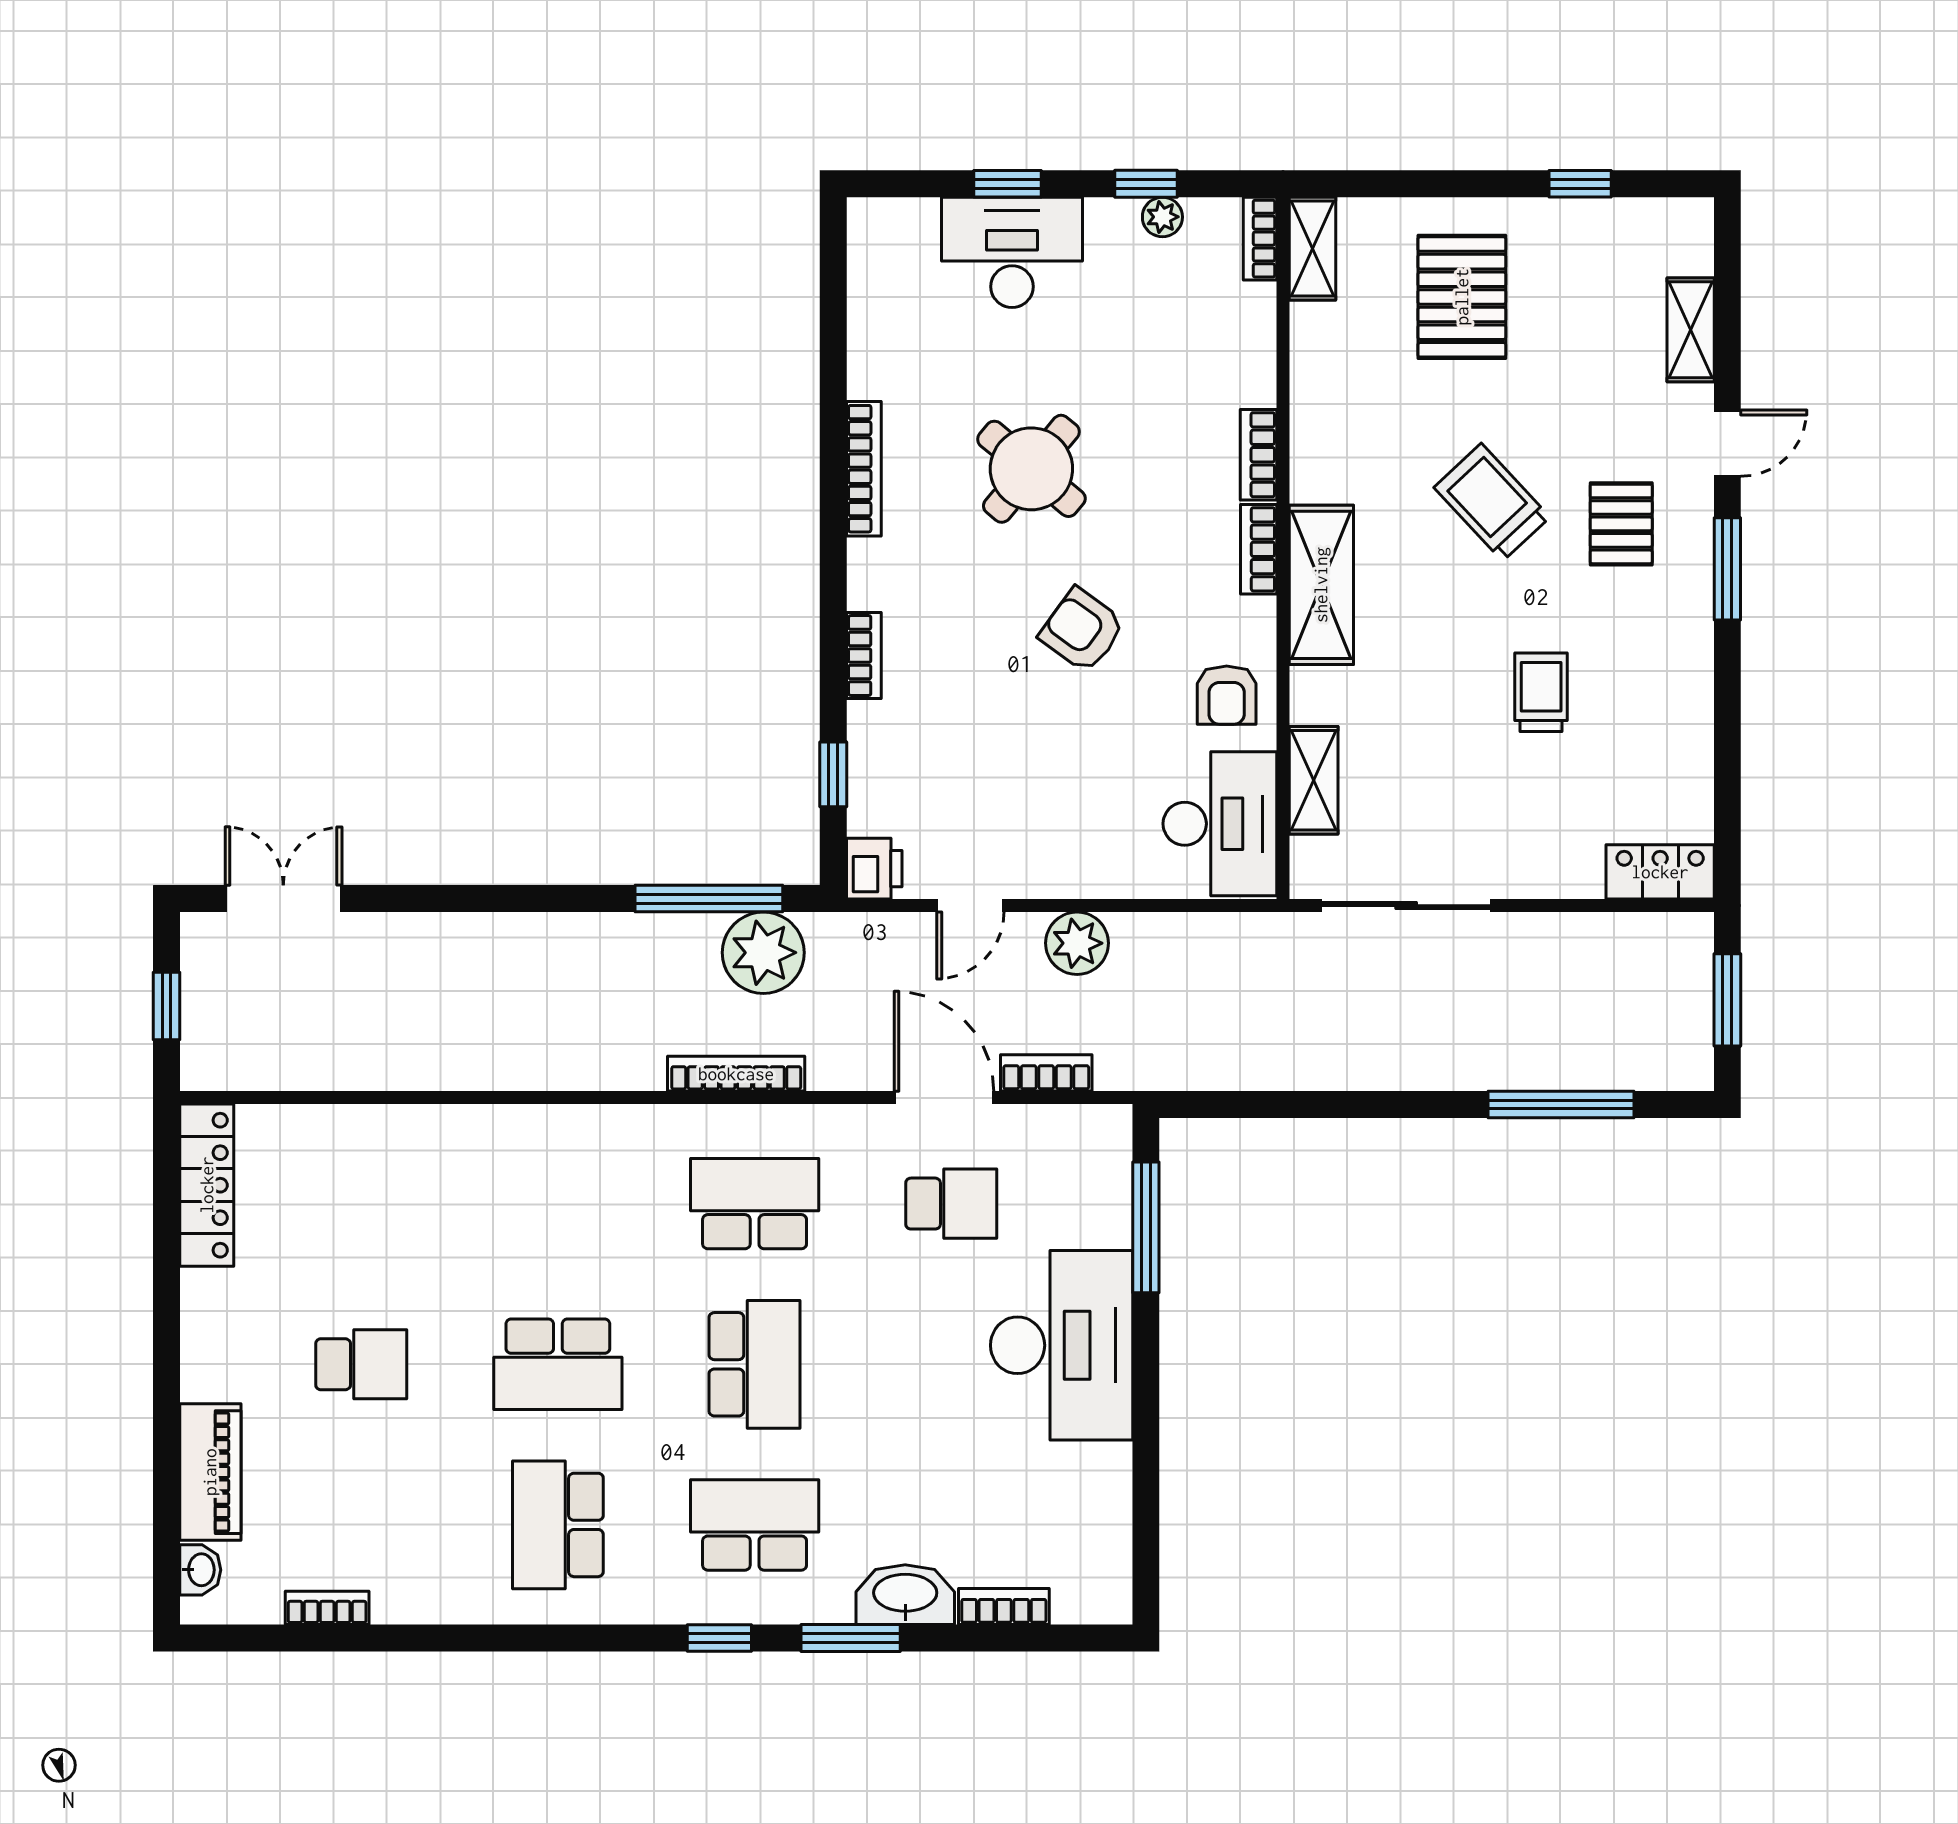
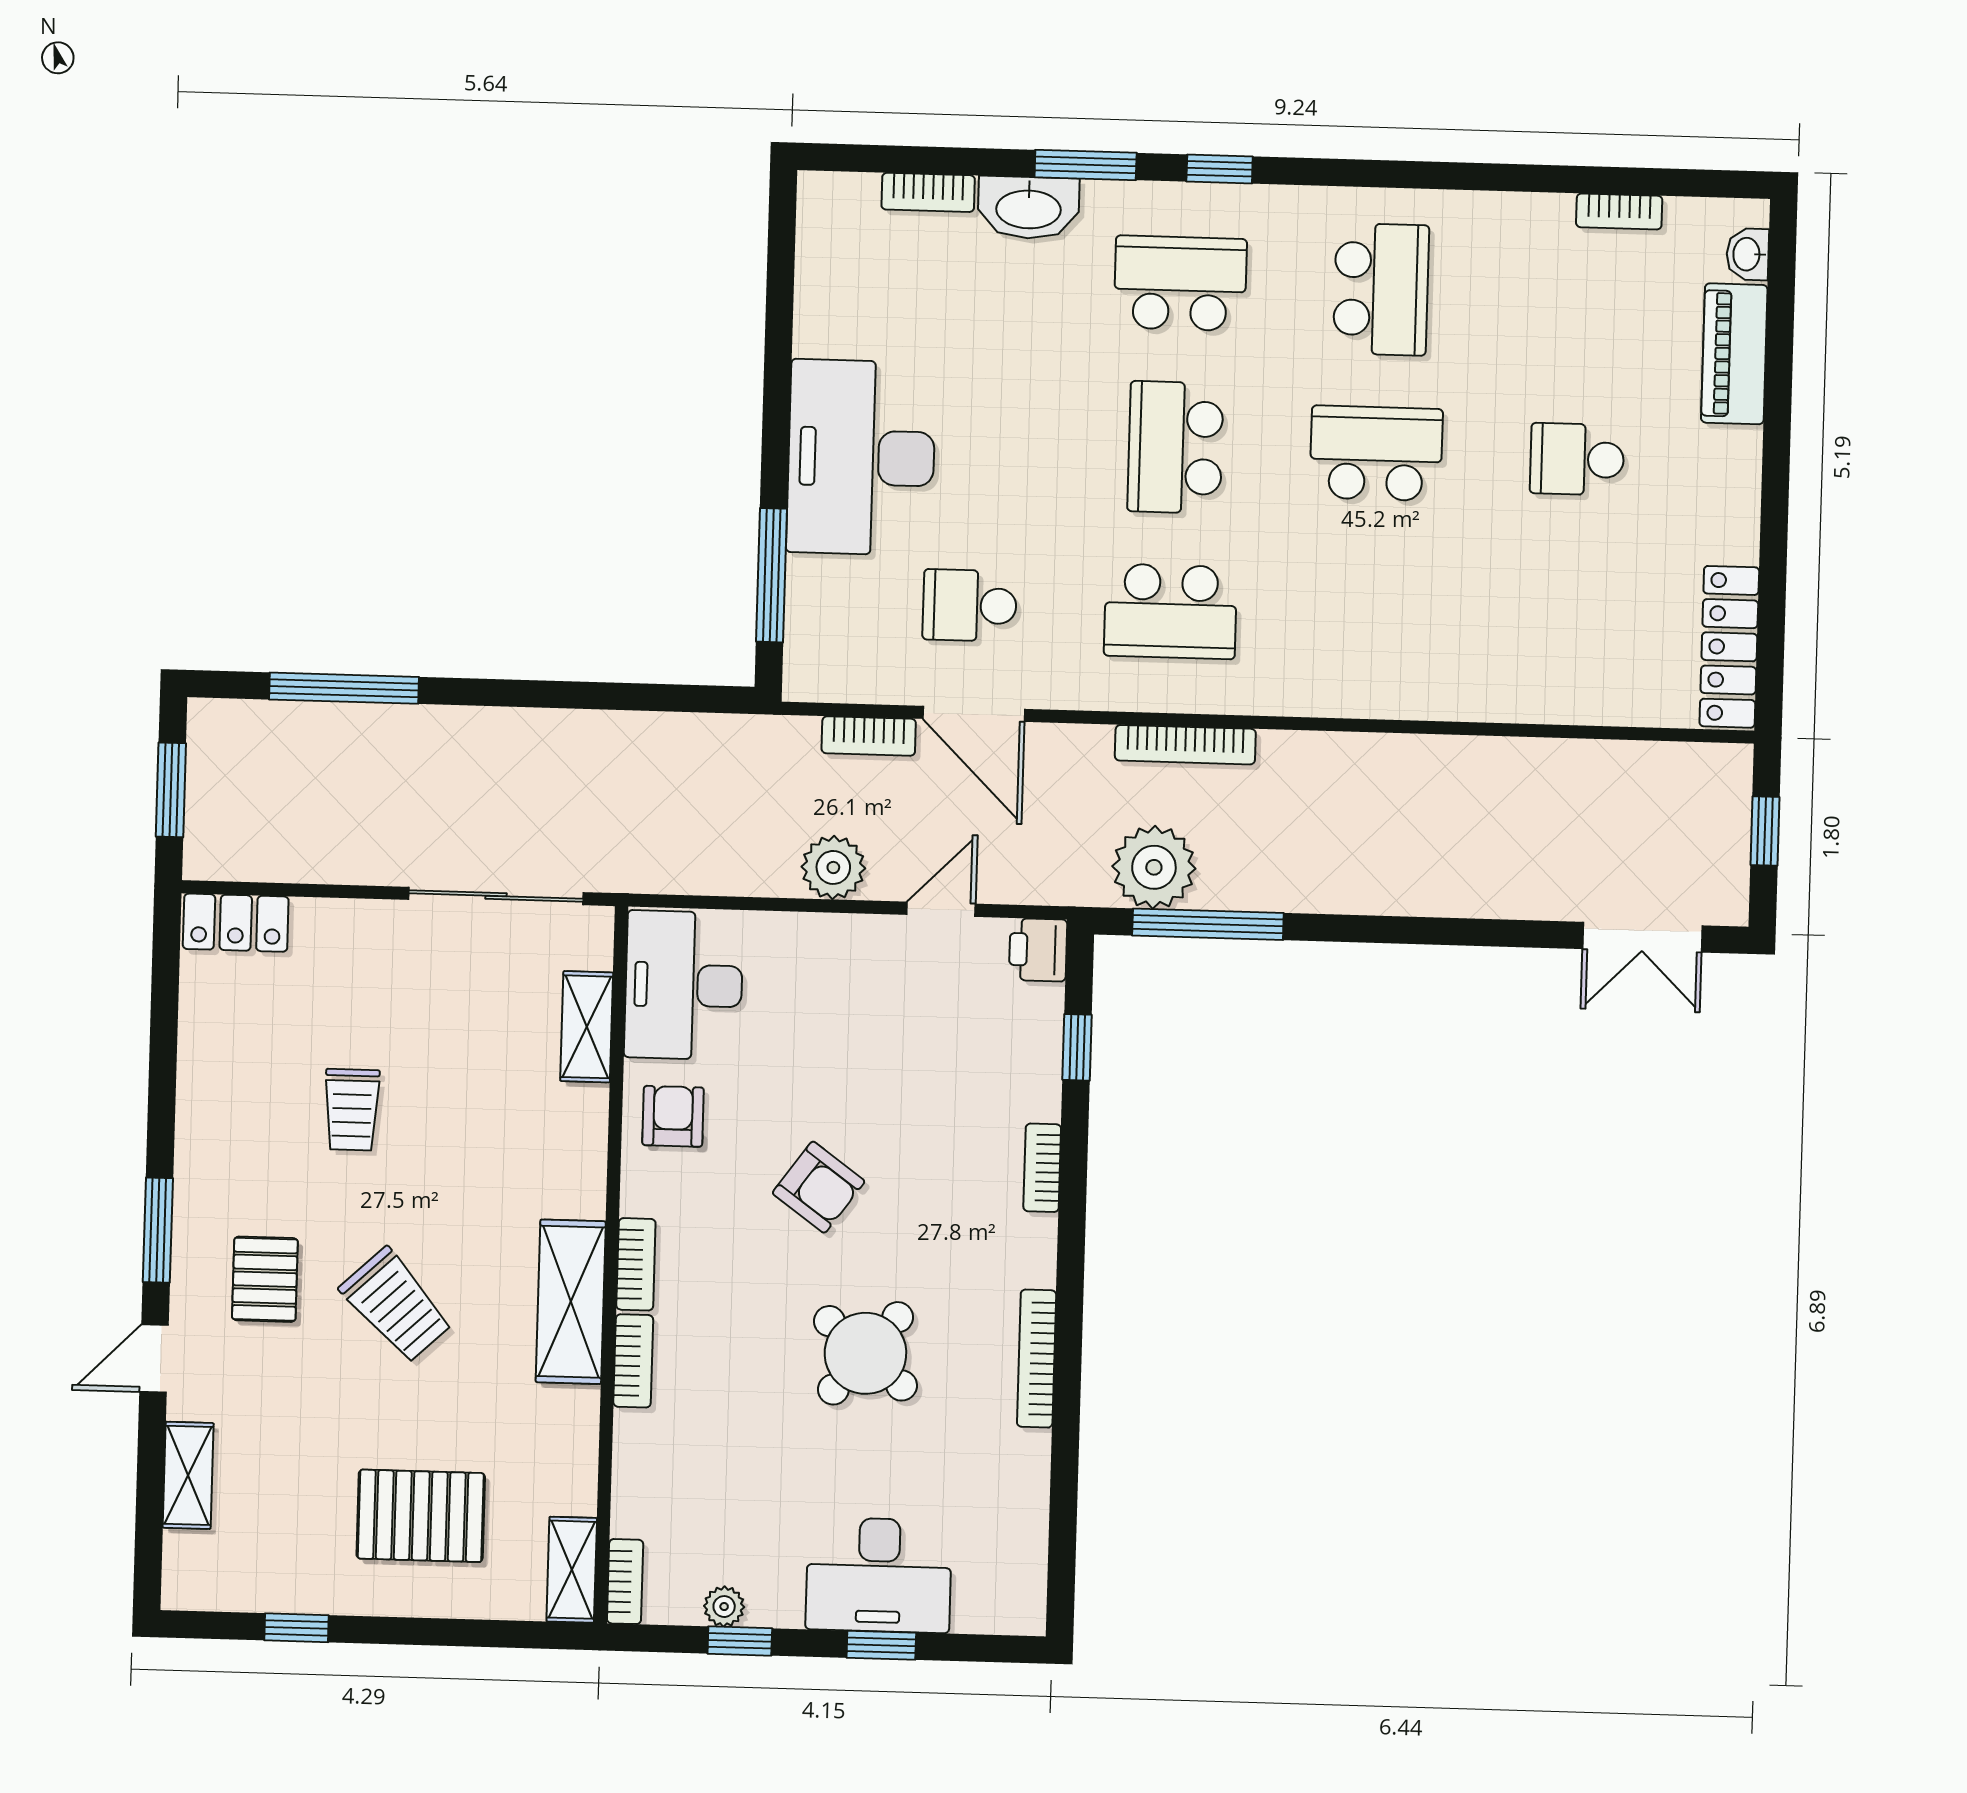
pallet: (1462, 297) -> (421, 1516), turned 90
shelving: (1321, 585) -> (571, 1302), moved
school desk: (755, 1525) -> (1180, 283), turned 180

